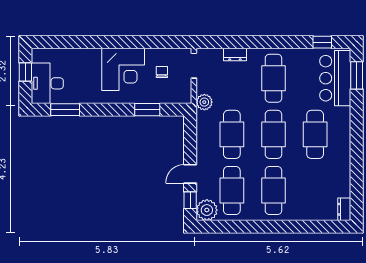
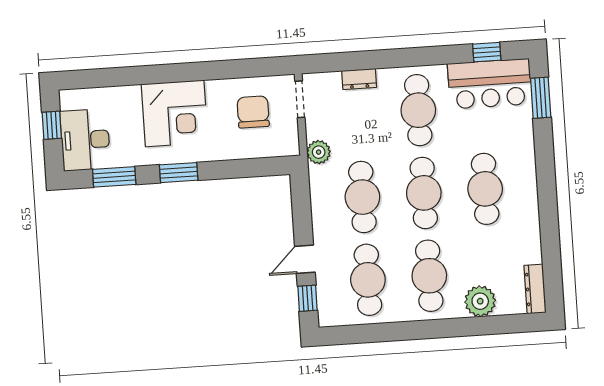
corner desk: (123, 69) -> (175, 113), moved
chair: (162, 72) -> (253, 112), width x1.87, depth x1.87
bar counter: (335, 78) -> (490, 84), moved, turned -90
window: (147, 110) -> (179, 173), moved
dresser: (344, 209) -> (535, 289), width x1.44
plant: (207, 210) -> (480, 301), moved

